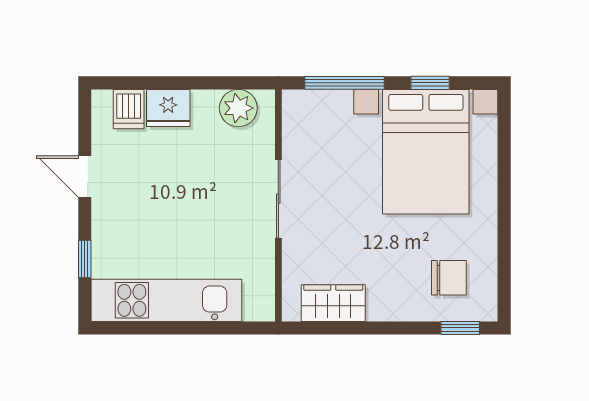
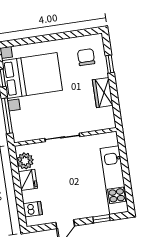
fridge: (168, 108) -> (28, 180), moved
wardrobe: (333, 303) -> (103, 93), moved
window: (460, 328) -> (110, 64), moved

